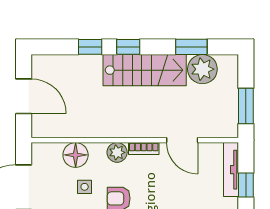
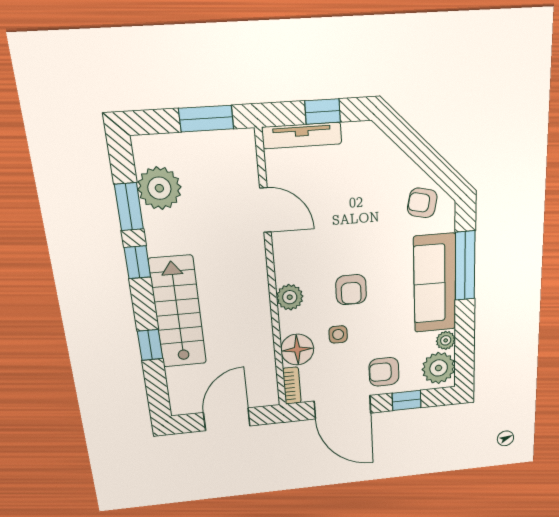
window: (128, 47) -> (137, 262), moved
stairs: (145, 70) -> (178, 312), moved
door: (182, 140) -> (265, 210), hinge flipped
bookcase: (144, 149) -> (292, 386), moved

